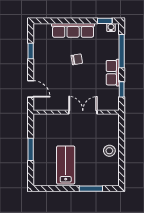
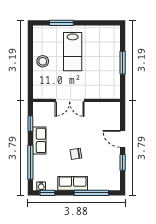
window: (61, 21) -> (91, 193), added
row of seats: (73, 30) -> (73, 183), width x0.68
door: (31, 89) -> (123, 139), moved
lab bench: (66, 165) -> (73, 52), moved

